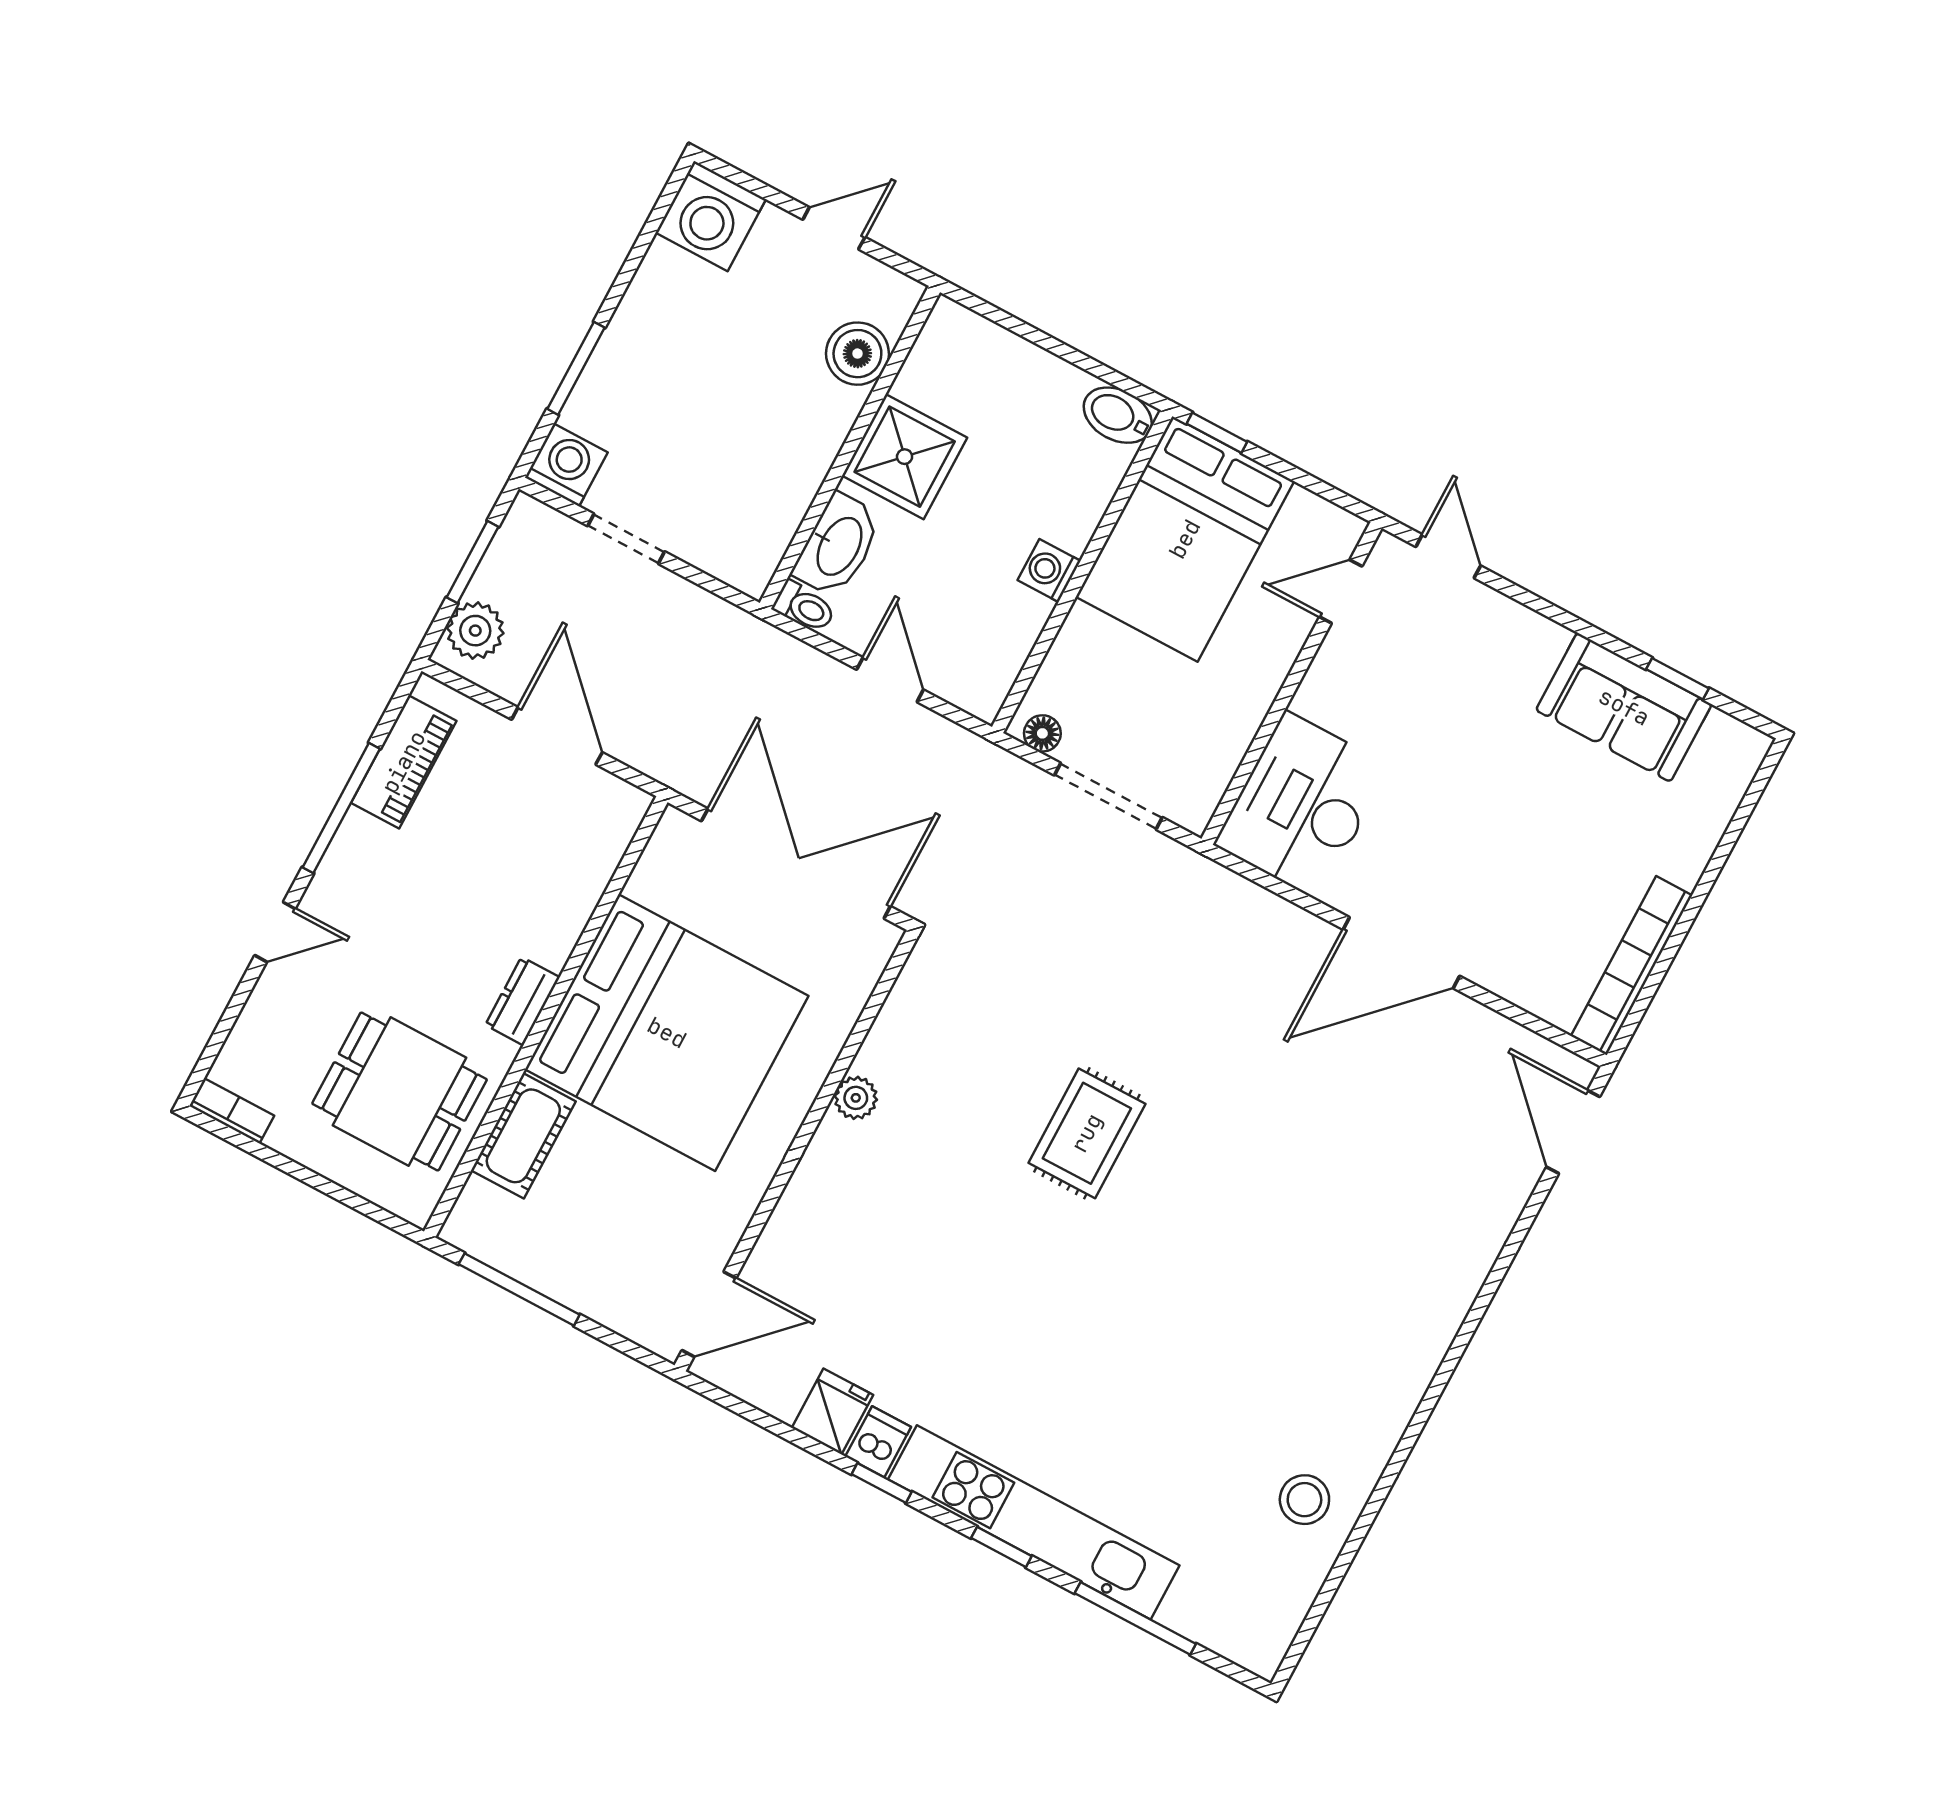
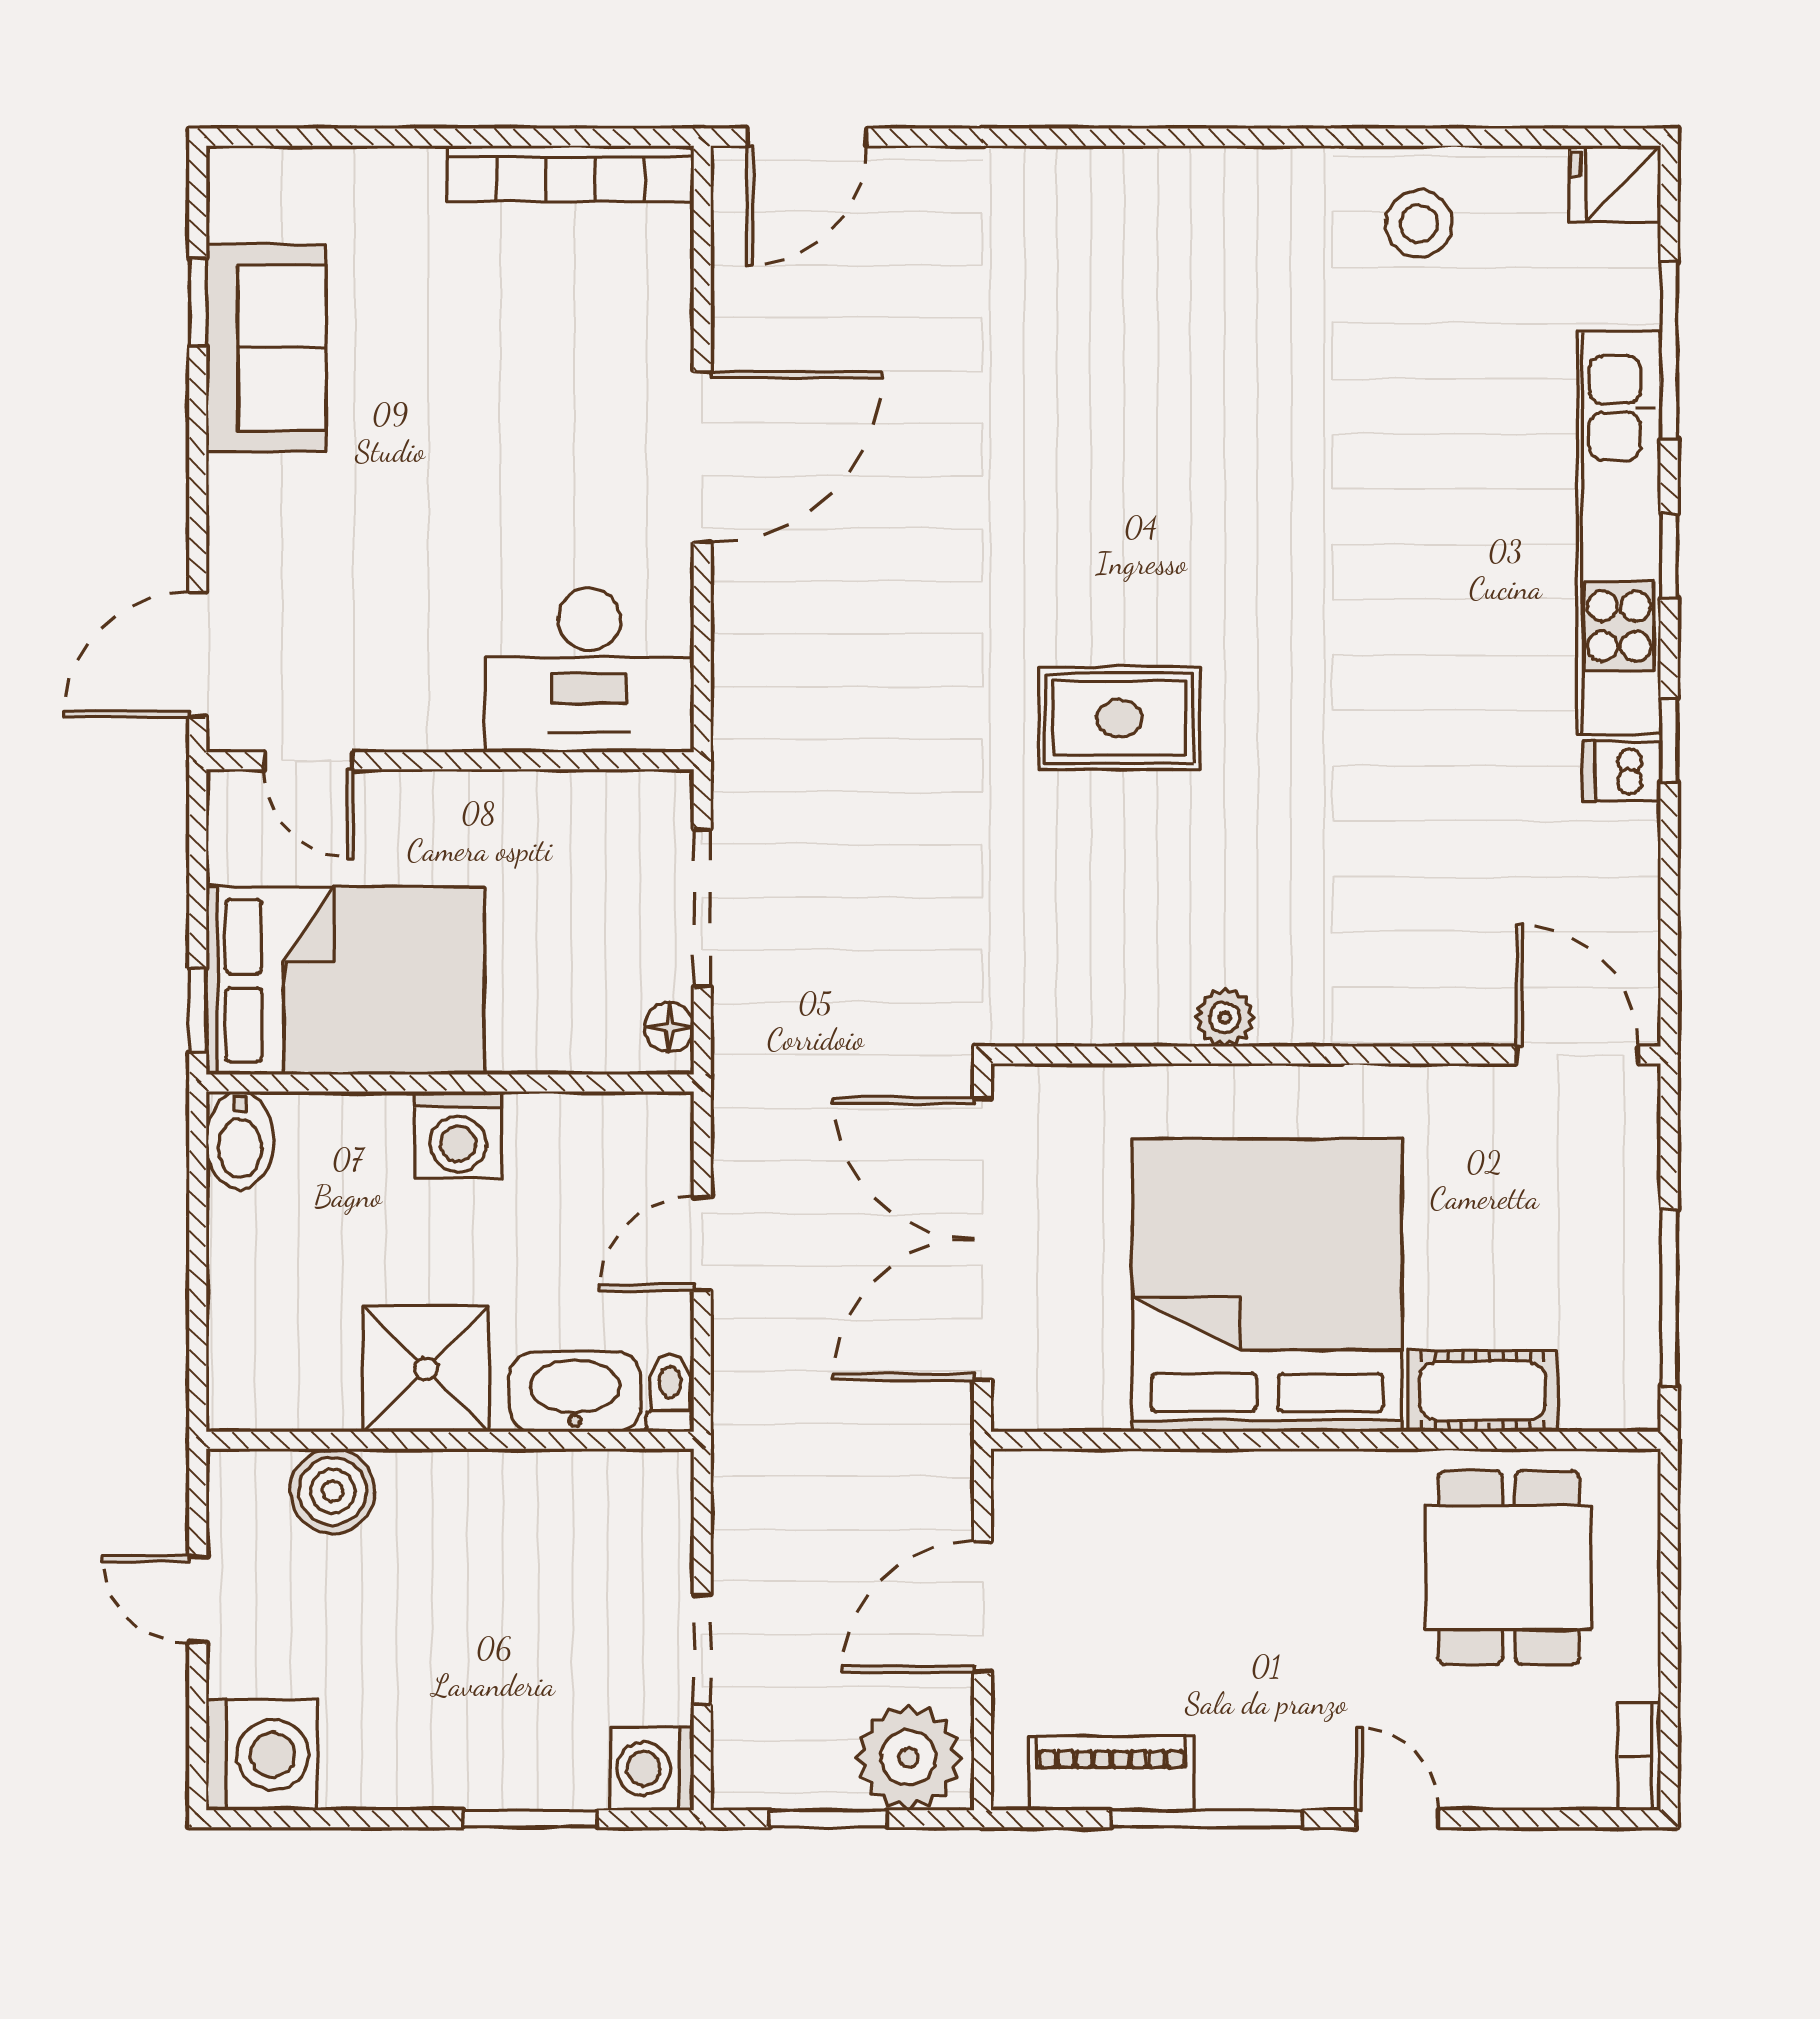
door: (1448, 556) -> (198, 655), width x1.38
washing machine: (1049, 571) -> (458, 1135), width x1.38, depth x1.38
plant: (475, 631) -> (908, 1758), width x1.36, depth x1.36
door: (1401, 953) -> (702, 457), hinge flipped
dresser: (522, 1001) -> (1322, 1478), removed
fridge: (832, 1411) -> (1615, 184), moved

